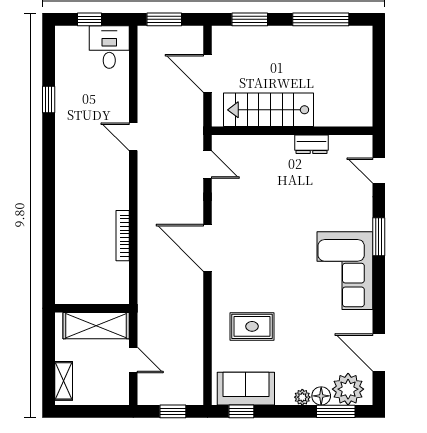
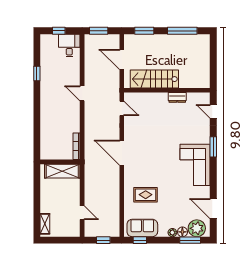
wall: (92, 308) -> (60, 162), moved
shelving: (96, 326) -> (62, 171), moved

